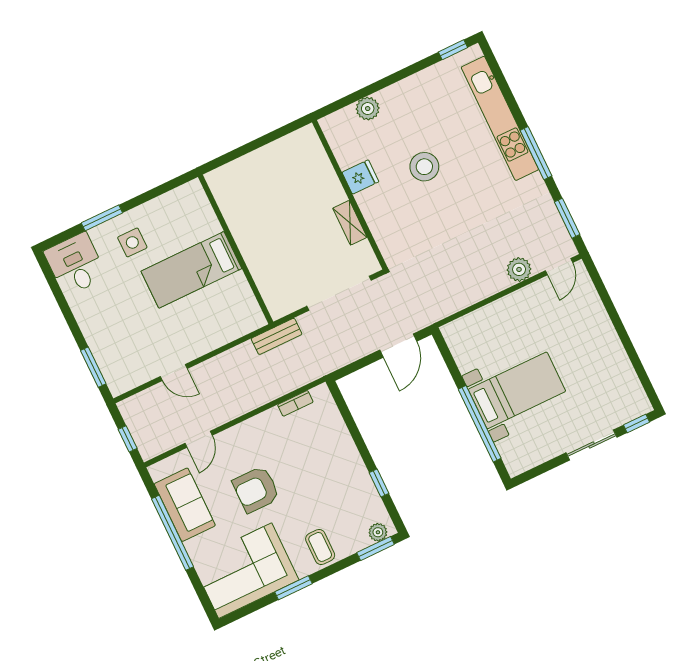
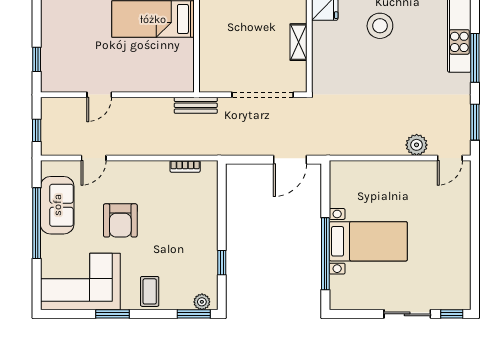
window: (93, 367) -> (37, 59), width x0.67
door: (174, 372) -> (99, 95), hinge flipped
armchair: (256, 489) -> (120, 220), turned -90

